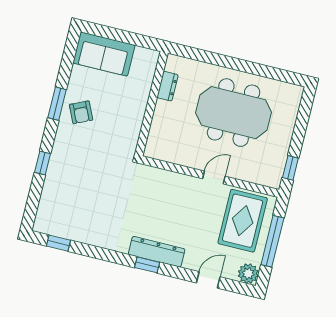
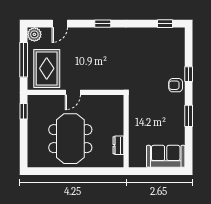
armchair: (81, 112) -> (176, 85), moved, turned -65
meeting table: (234, 113) -> (70, 139), turned 90
dresser: (157, 252) -> (99, 34), removed

